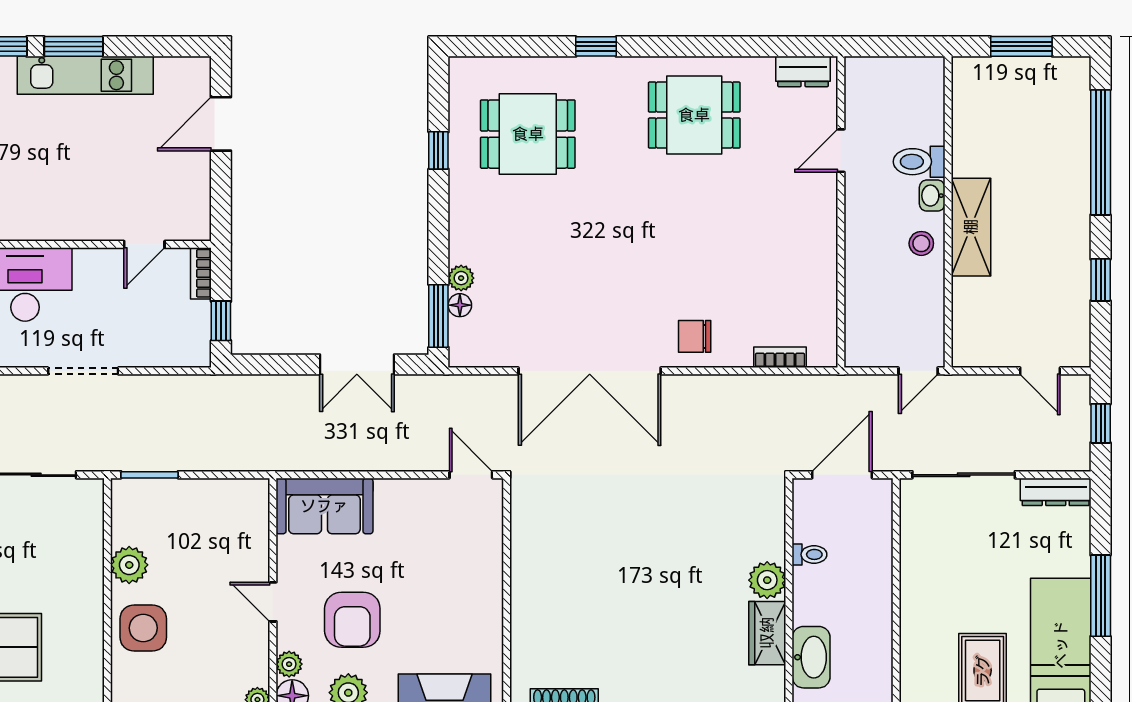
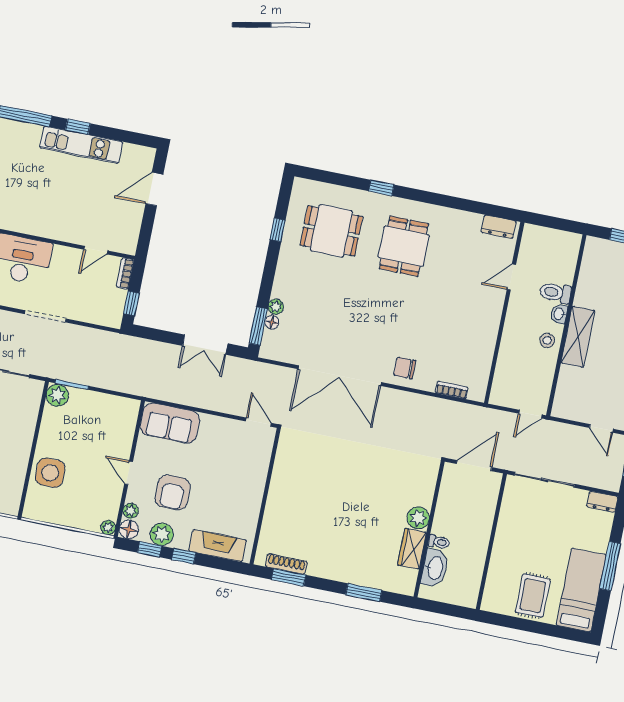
window: (74, 46) -> (78, 127), width x0.67
dining table: (694, 115) -> (404, 246), moved, turned 90
dresser: (1056, 492) -> (602, 502), width x0.70
toilet: (809, 554) -> (439, 542), moved
plant: (129, 565) -> (57, 395), moved

